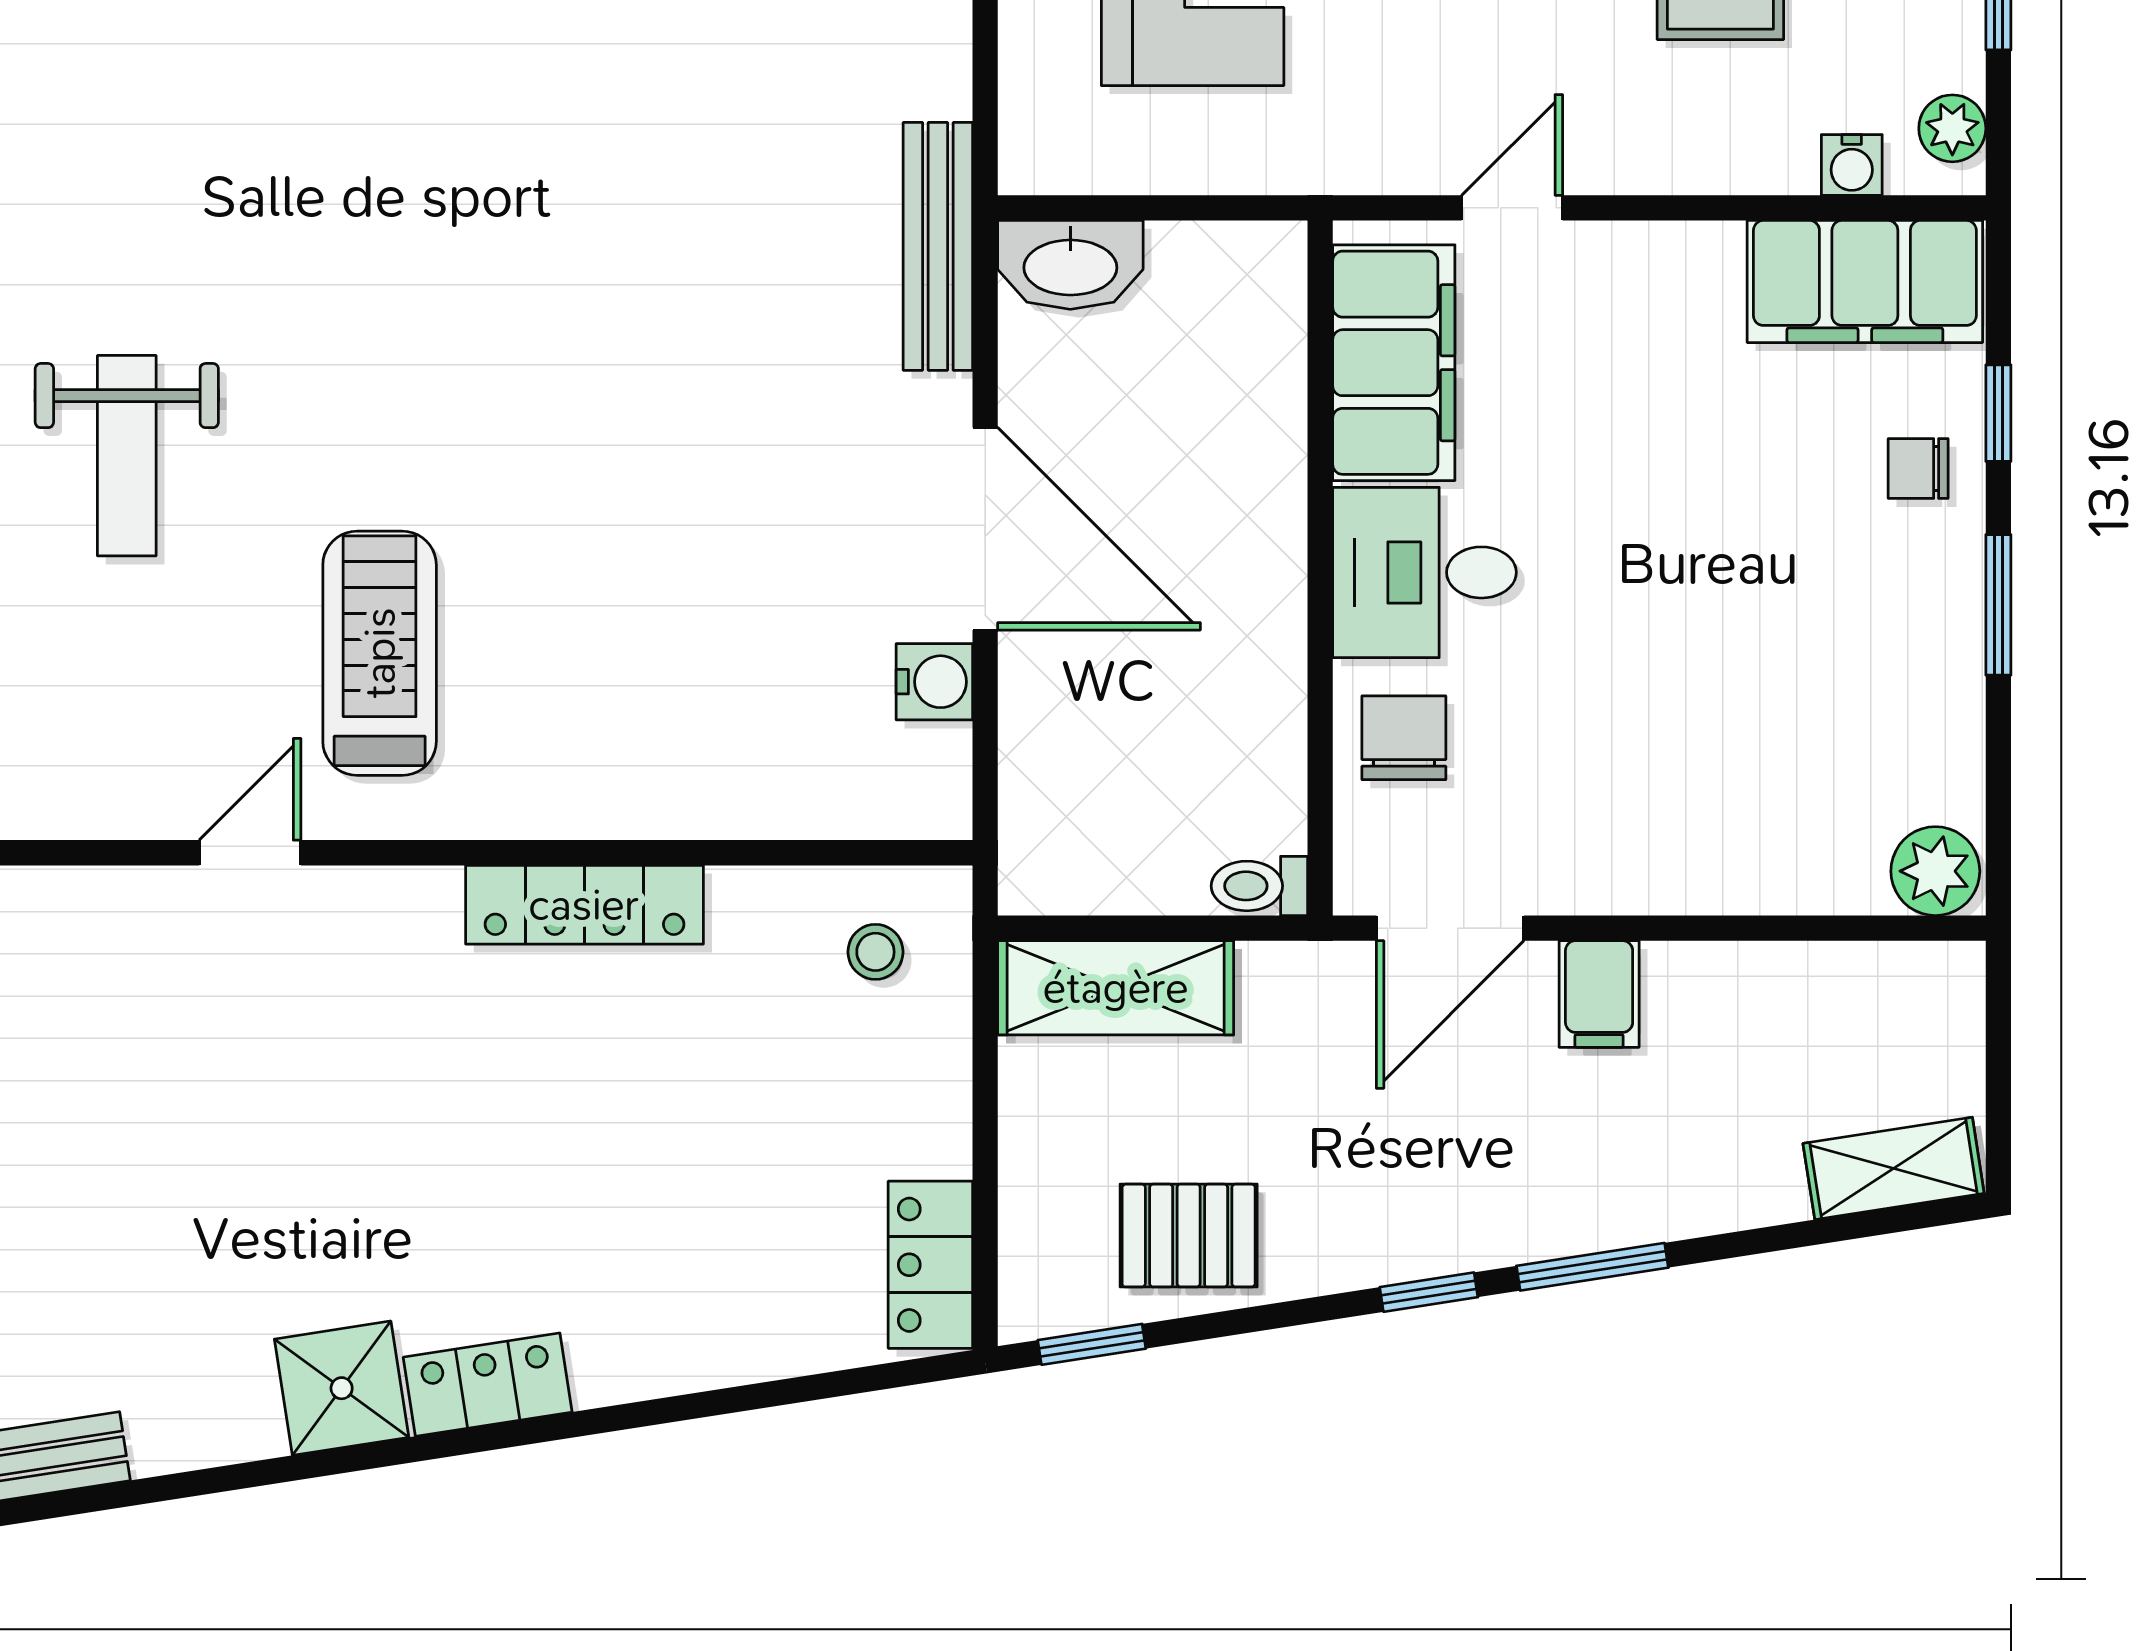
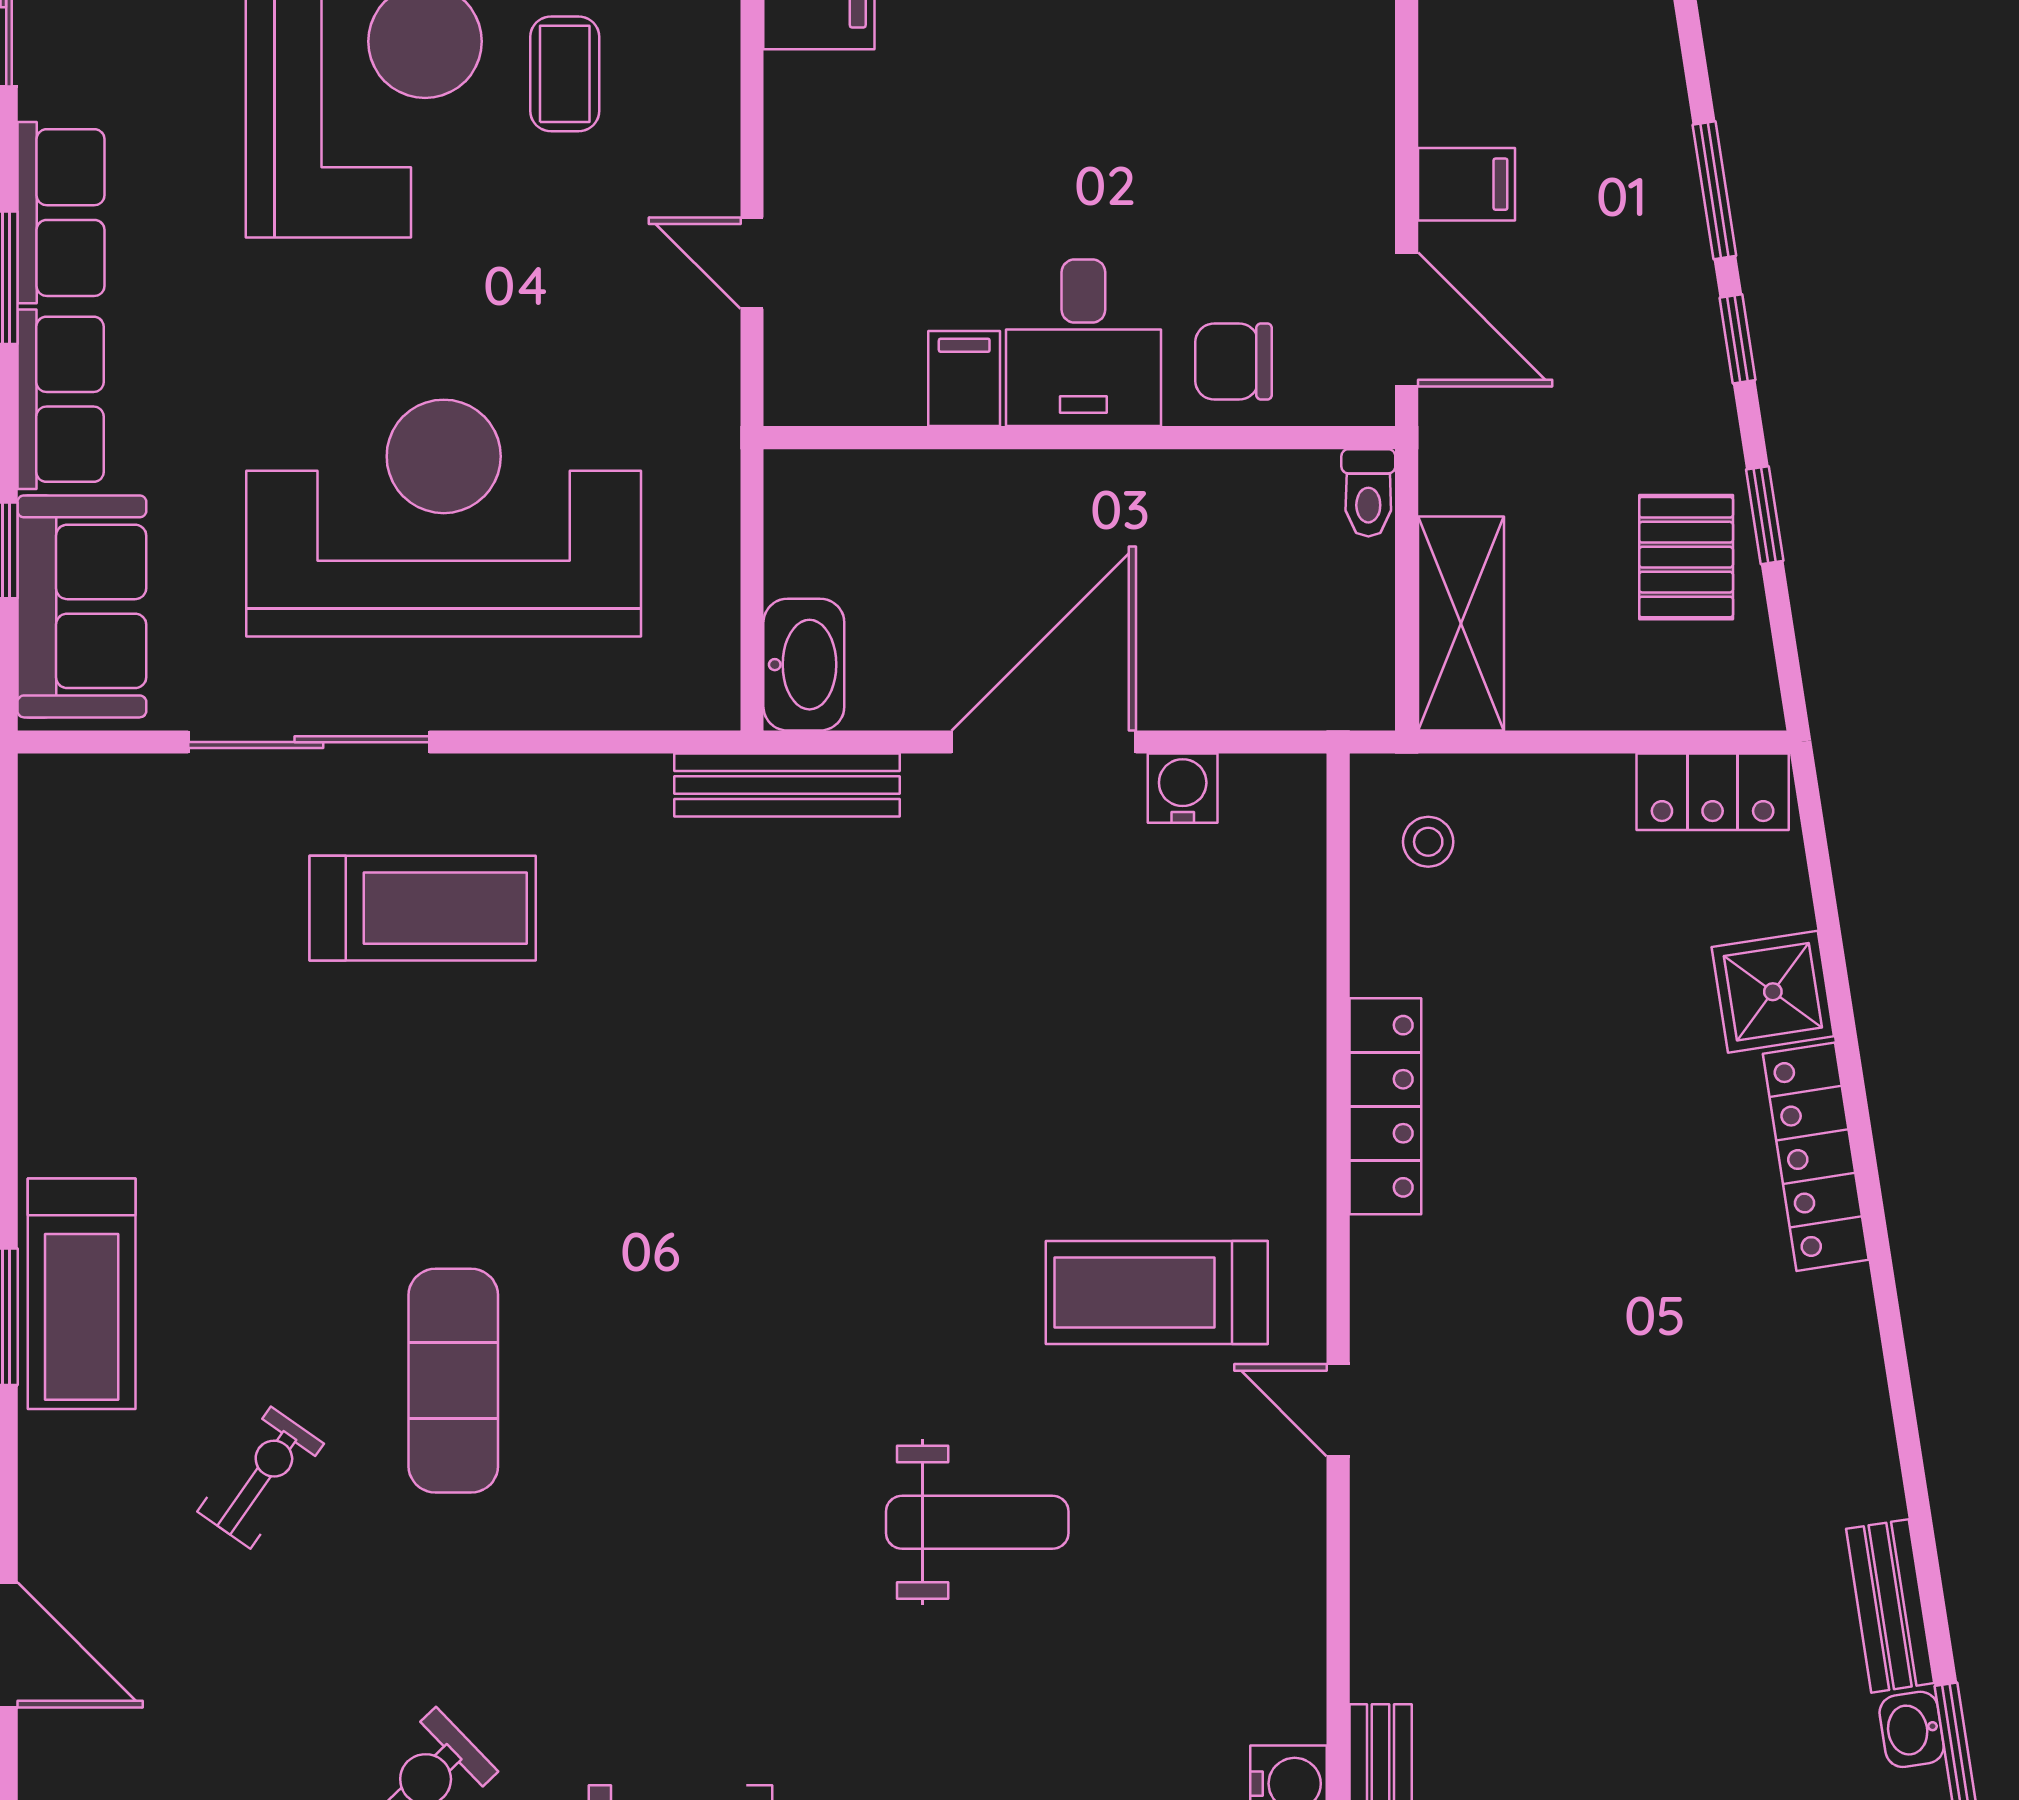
filing cabinet: (1394, 363) -> (964, 379), width x0.33, depth x0.86
window: (1092, 1344) -> (1765, 515), moved
locker: (488, 1385) -> (1816, 1157), width x1.53
shower: (342, 1388) -> (1773, 992), moved

